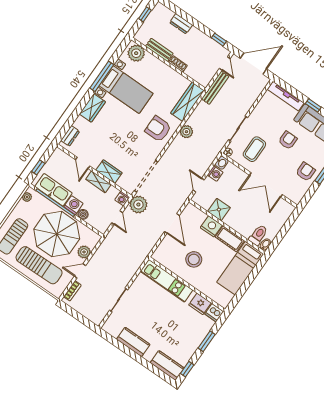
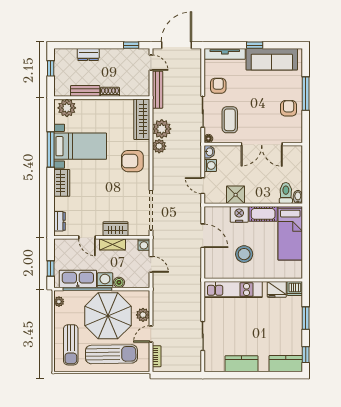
armchair: (288, 140) -> (218, 86), moved
plant: (138, 205) -> (162, 129), moved

